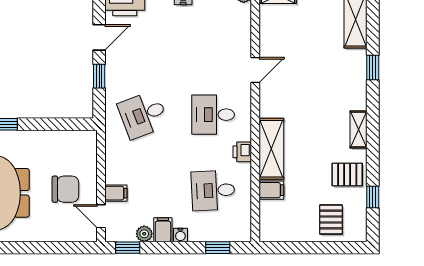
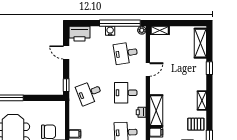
door: (99, 37) -> (66, 52), swing flipped
desk: (213, 39) -> (126, 53), added
window: (99, 76) -> (66, 85), moved

